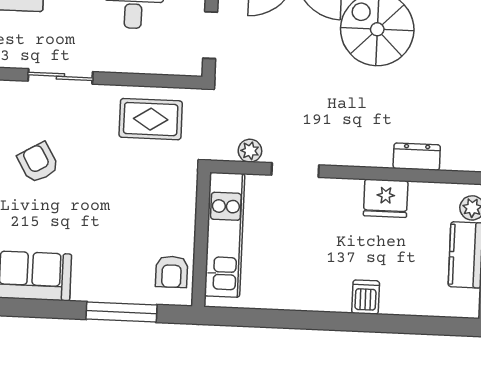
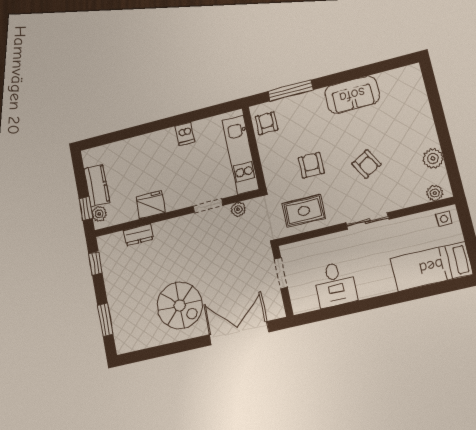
armchair: (121, 186) -> (311, 165), added
dishwasher: (366, 297) -> (185, 134), moved

